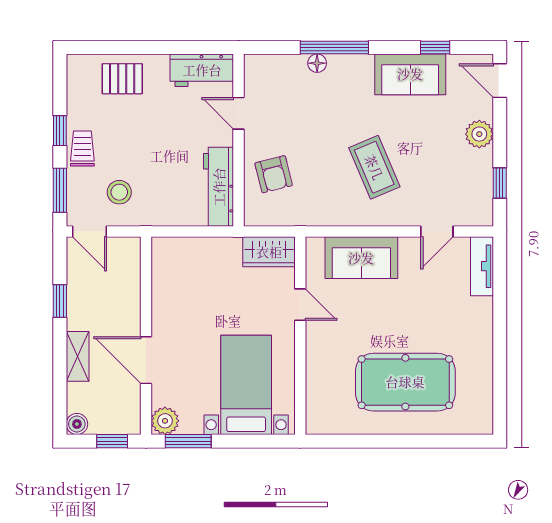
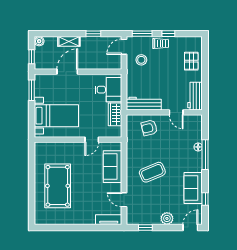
door: (239, 113) -> (176, 112), swing flipped
wardrobe: (269, 252) -> (115, 114), moved
desk: (187, 267) -> (108, 90), added
plant: (165, 421) -> (41, 80), removed

